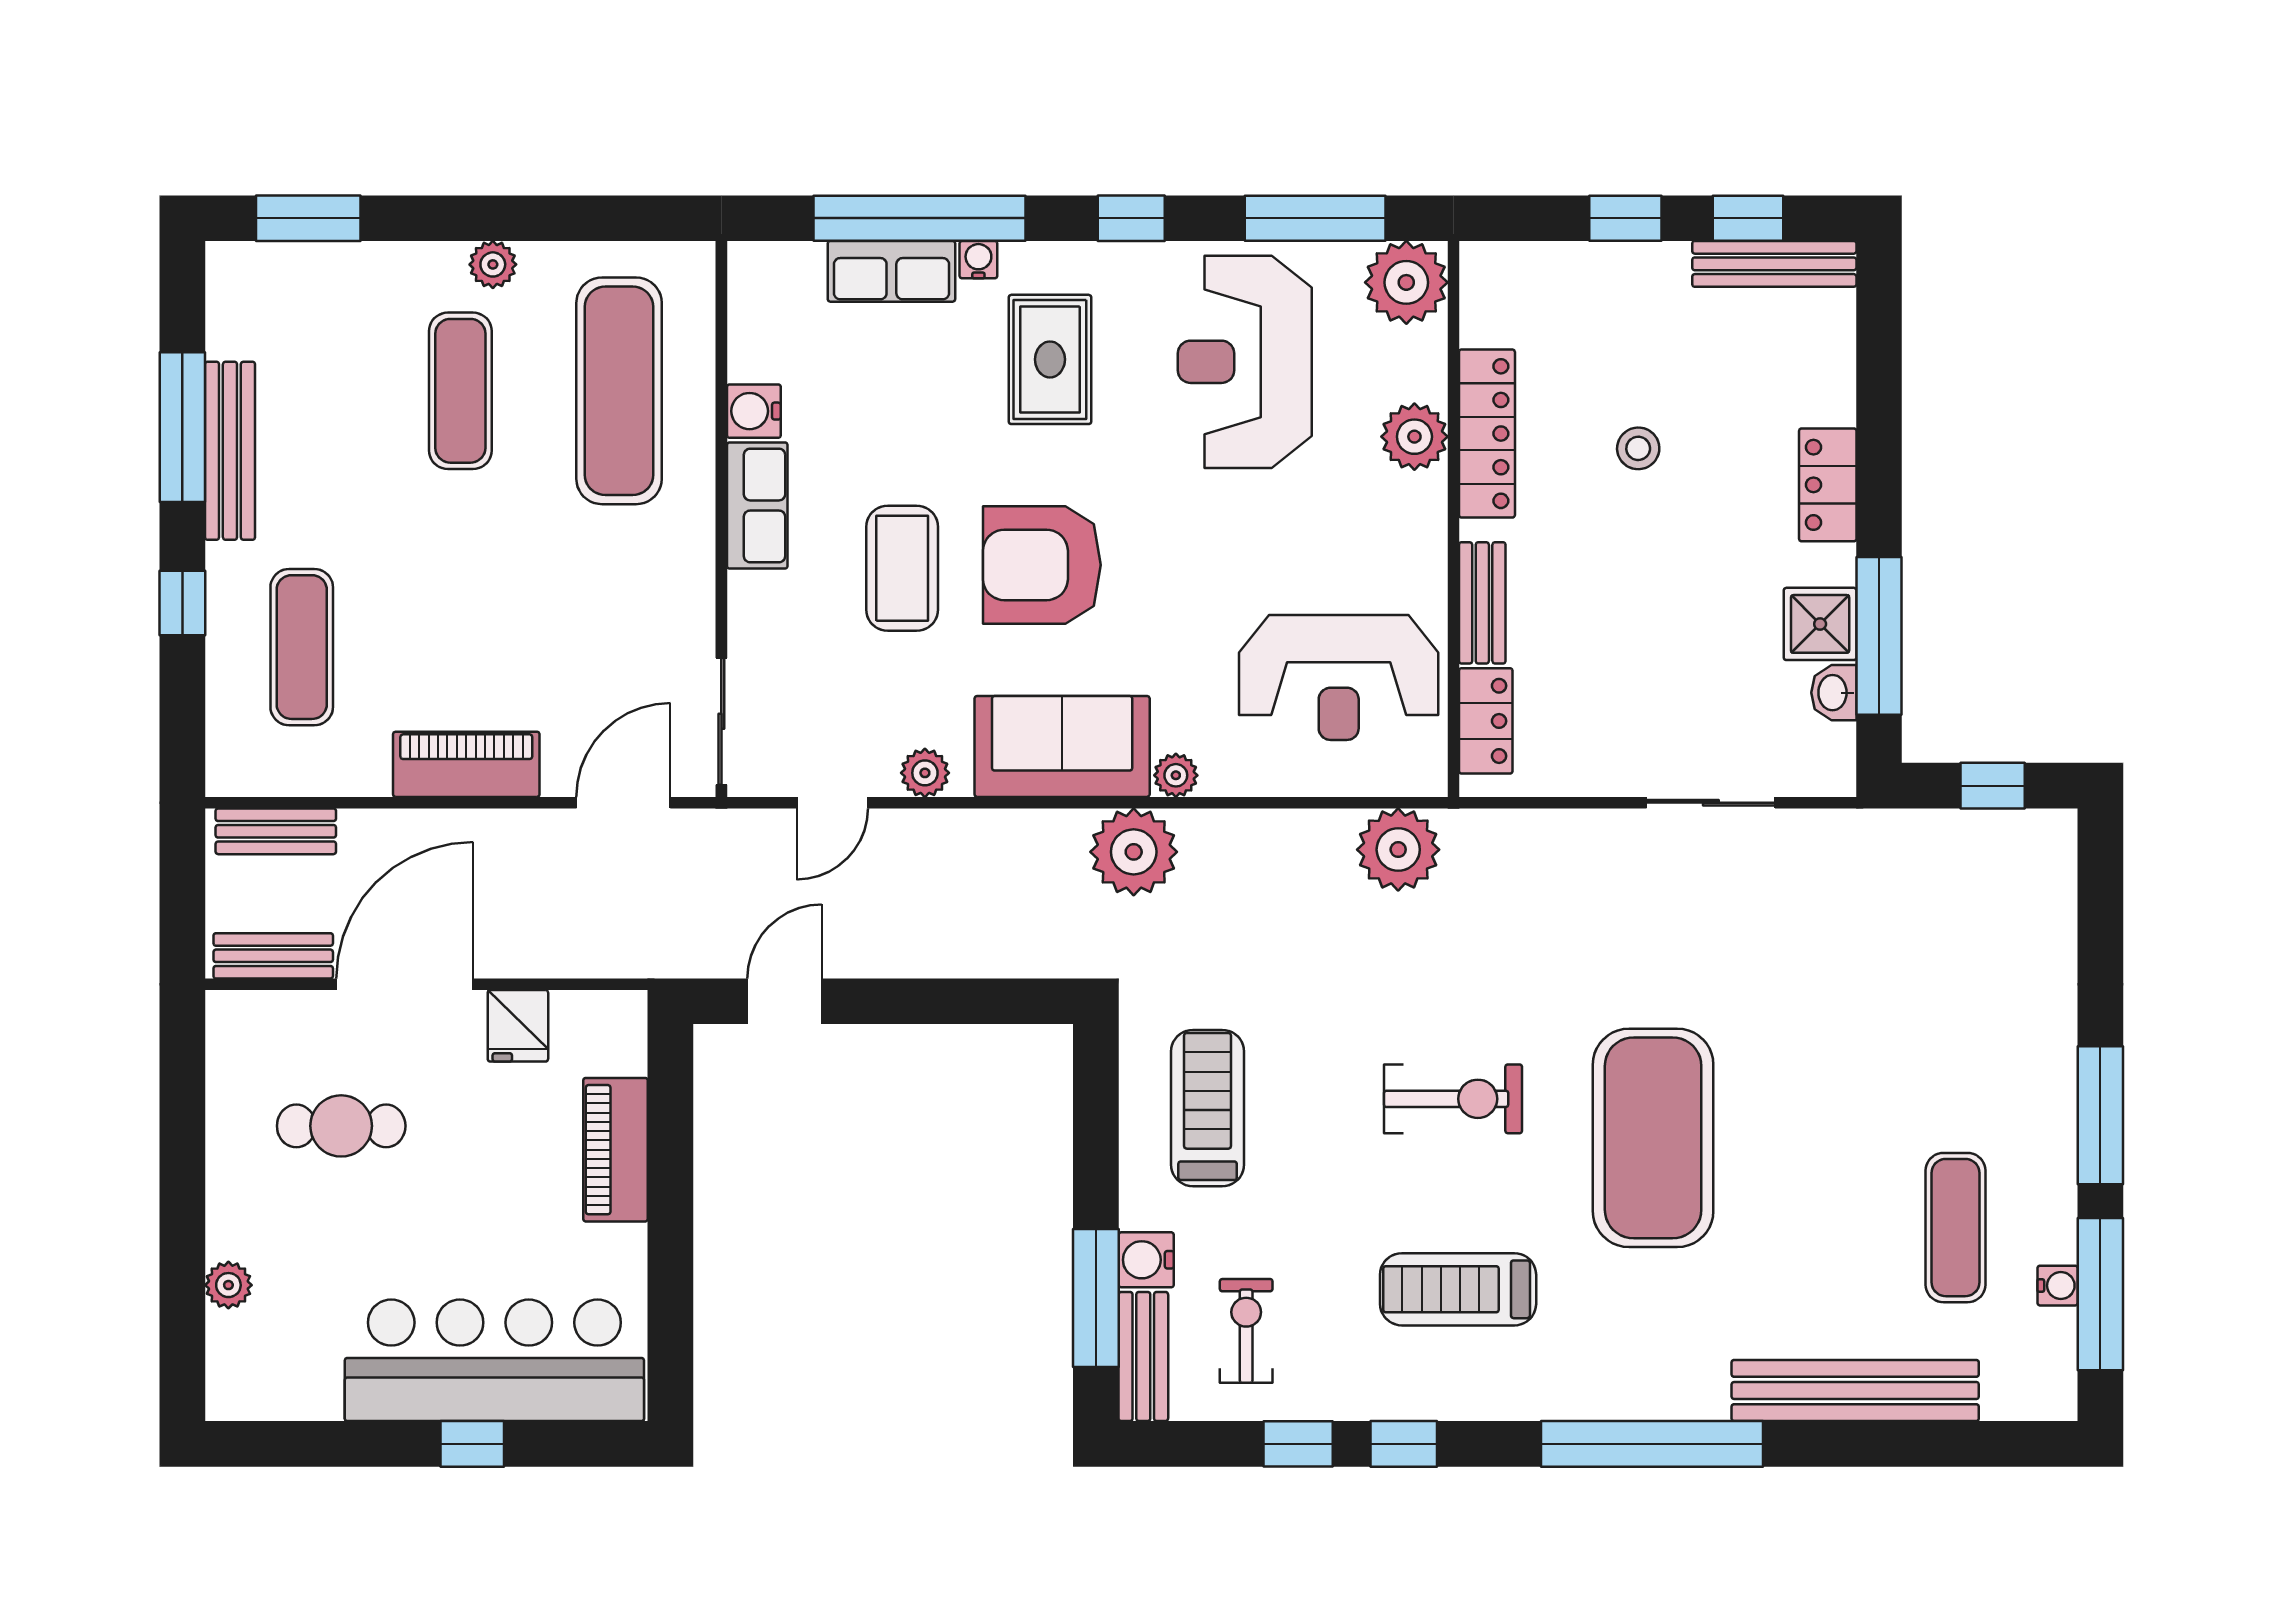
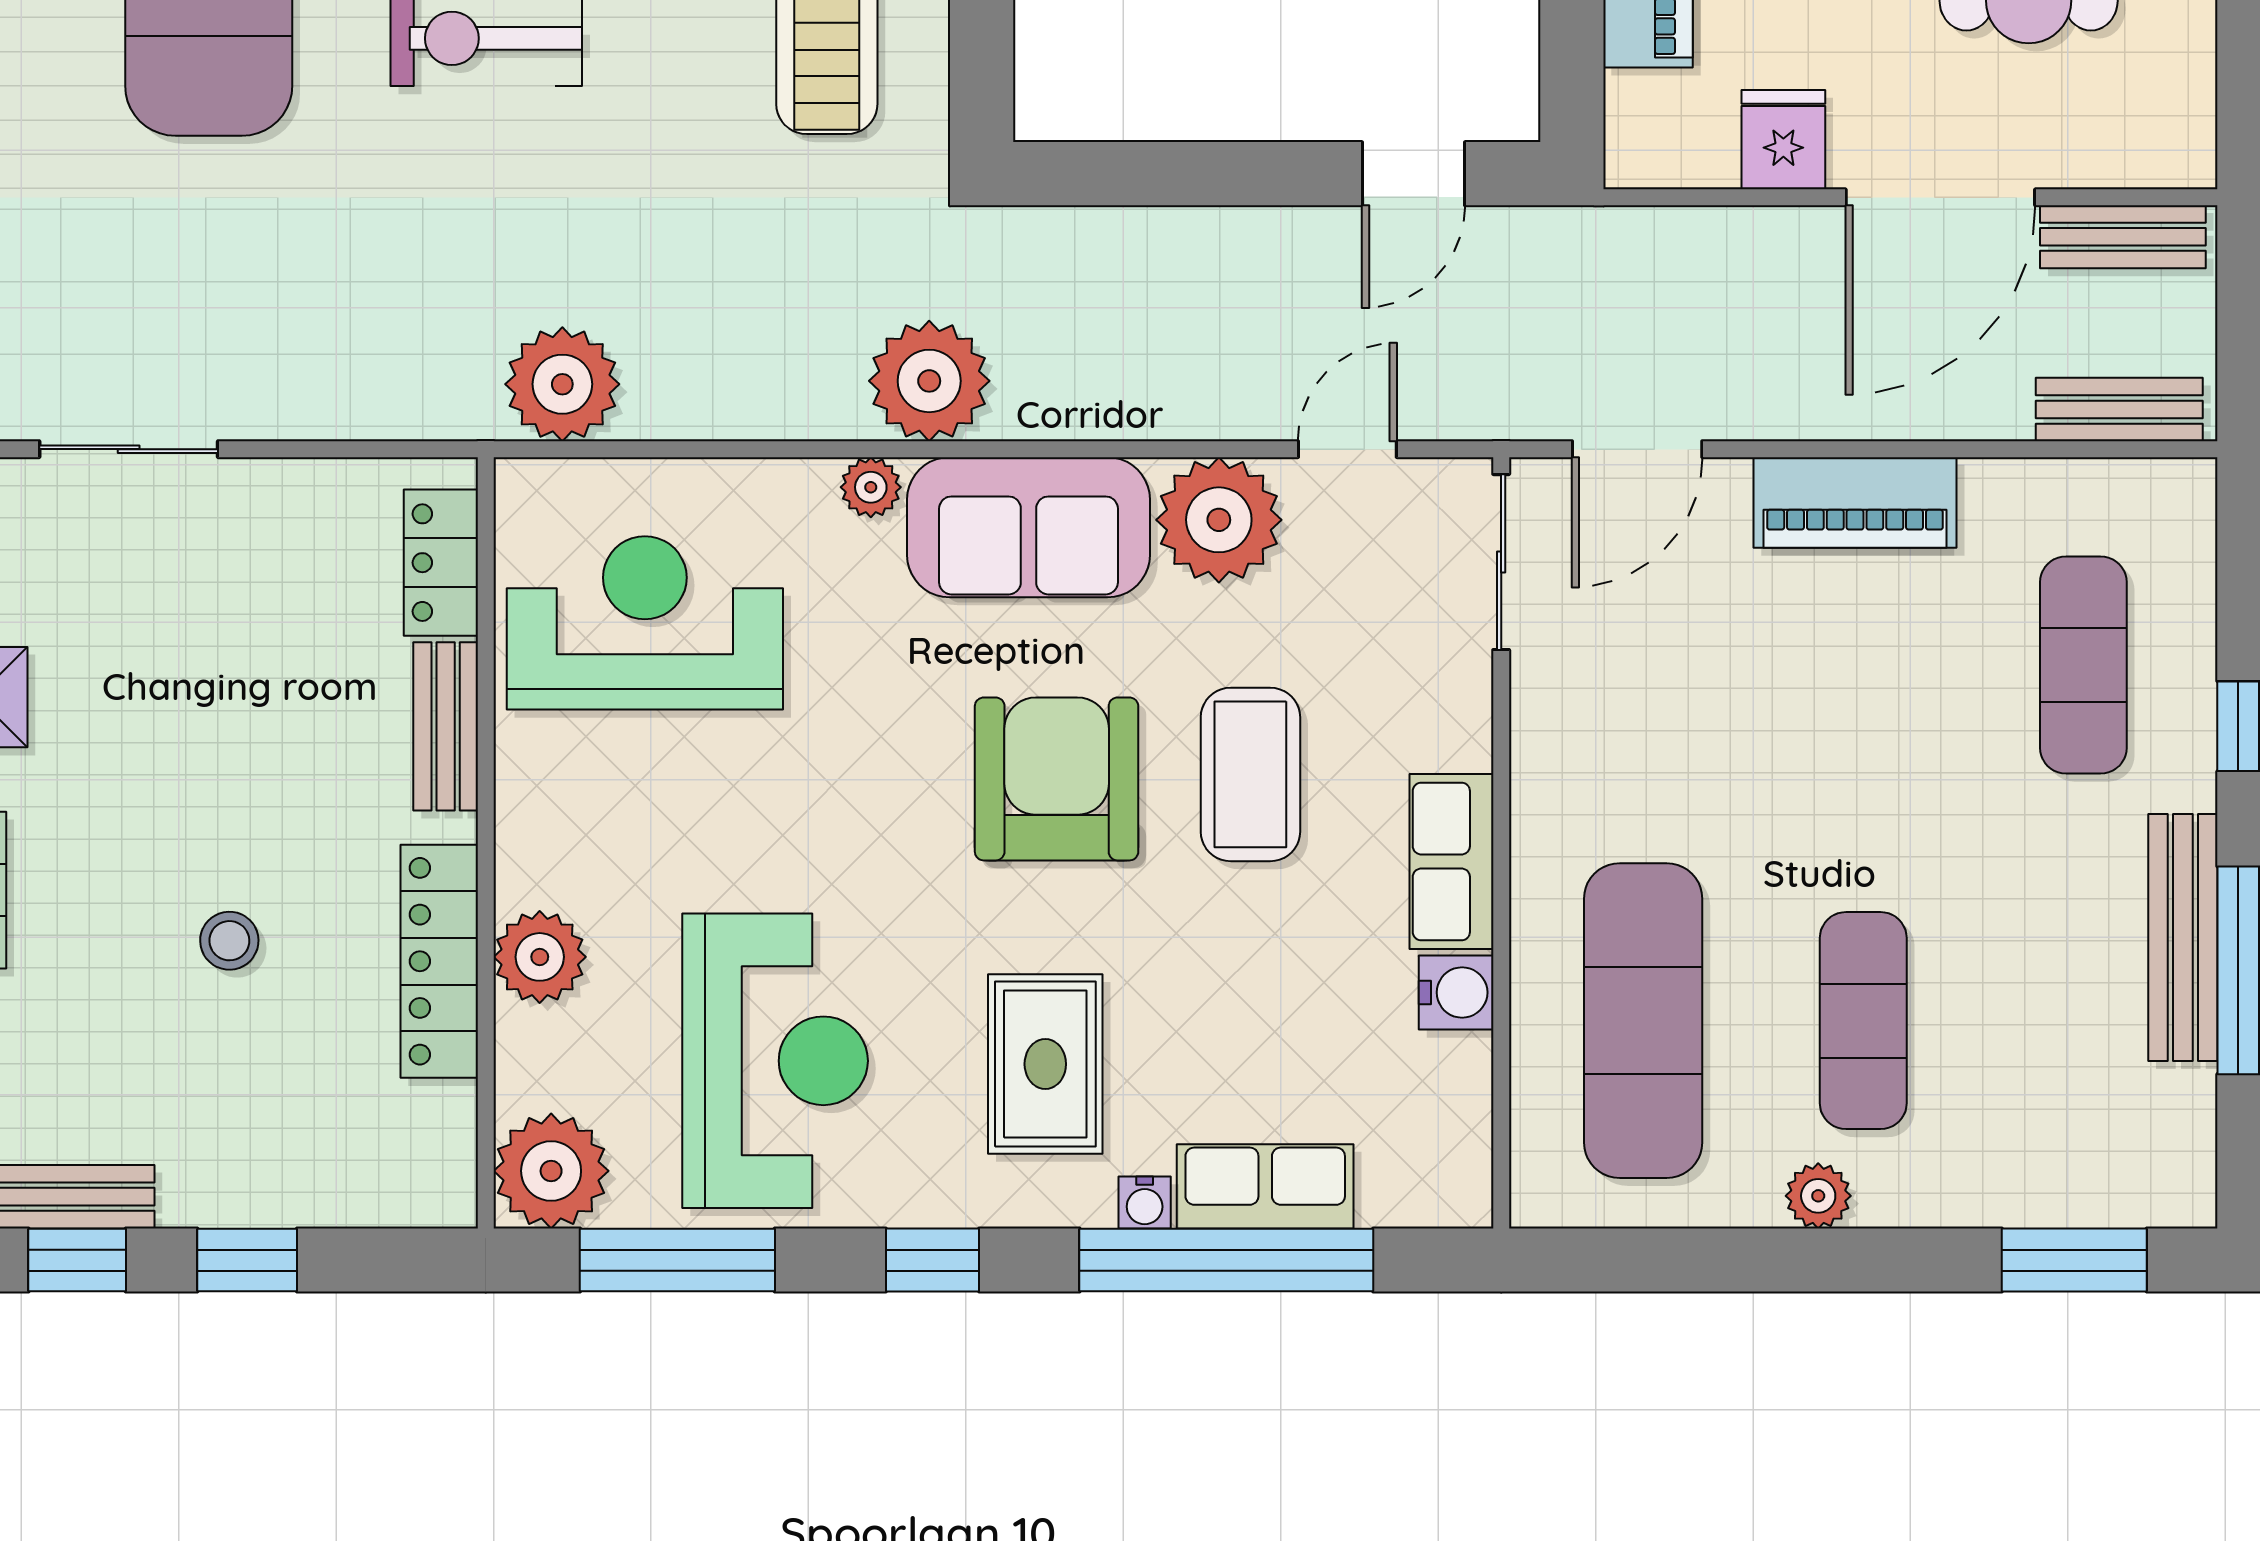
armchair: (1042, 565) -> (1057, 779), turned -90
plant: (925, 773) -> (1219, 520), width x1.87, depth x1.87

